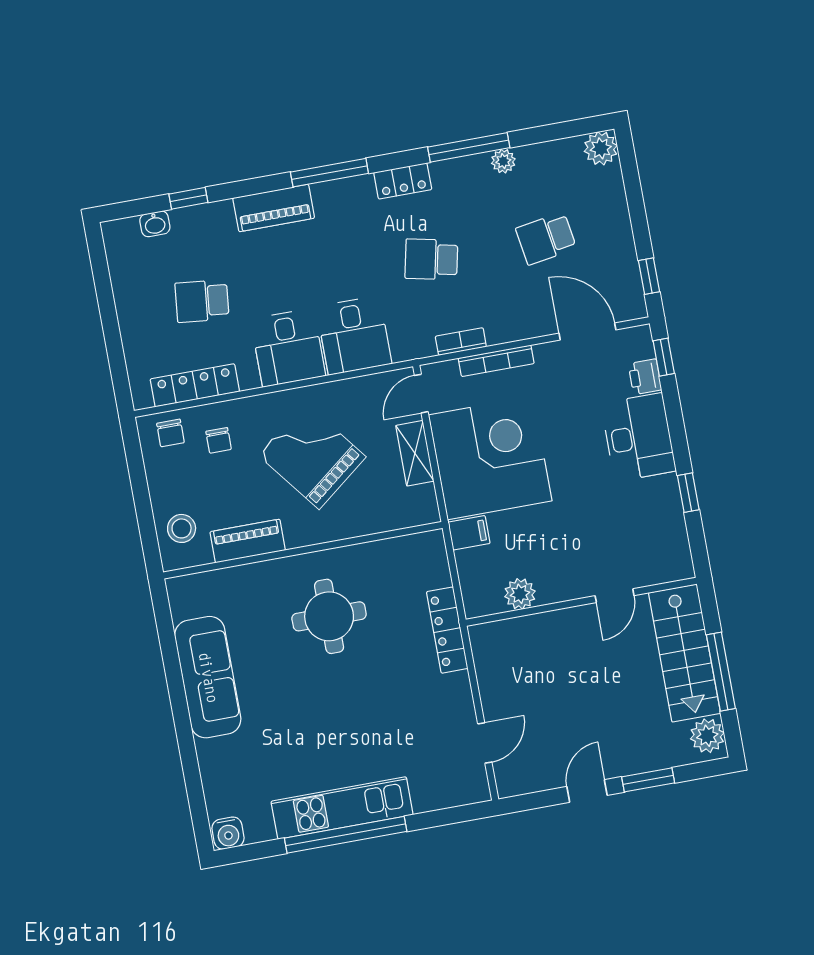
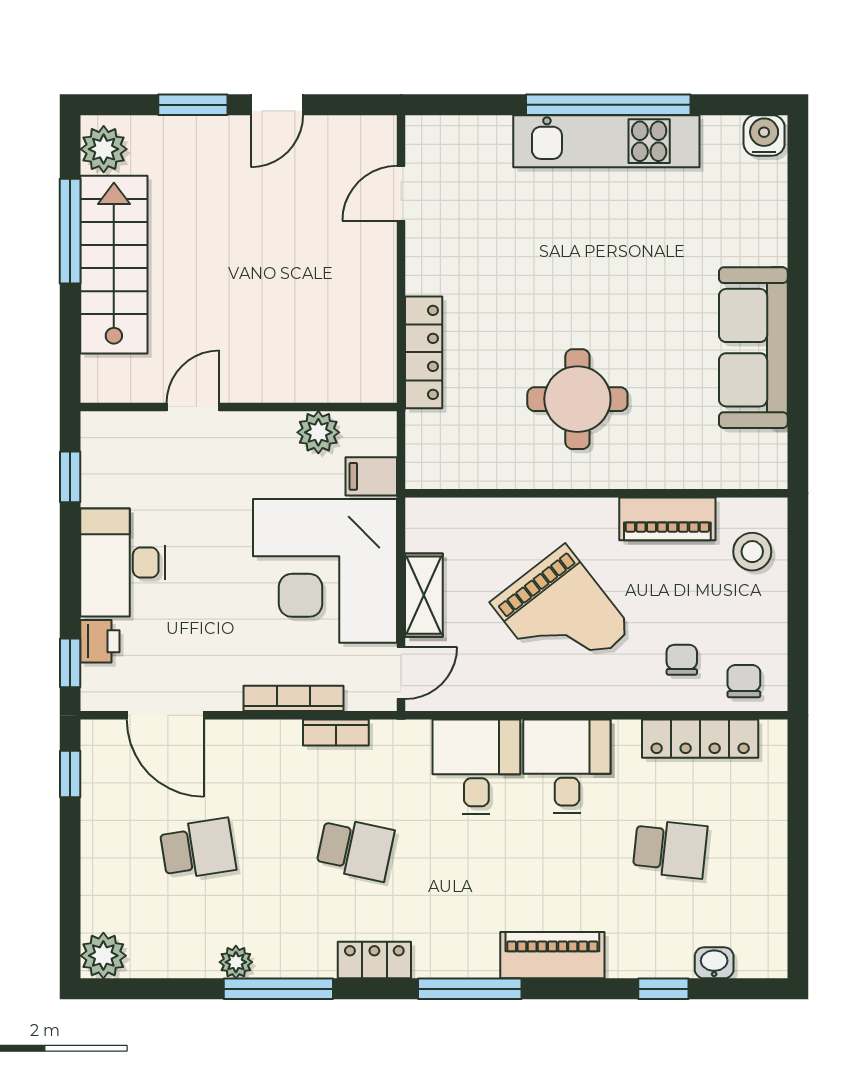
plant: (520, 594) -> (318, 432), moved
door: (615, 596) -> (193, 407), moved
wall: (581, 602) -> (239, 407), moved

